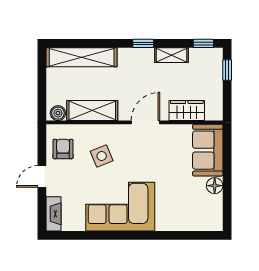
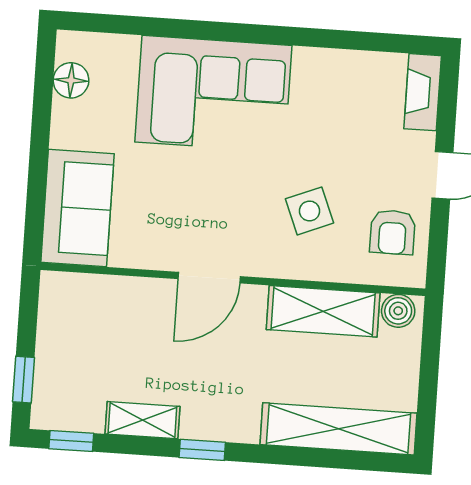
wardrobe: (187, 110) -> (117, 297), removed
floor lamp: (215, 186) -> (71, 80), moved
corner sofa: (120, 207) -> (213, 94), moved

